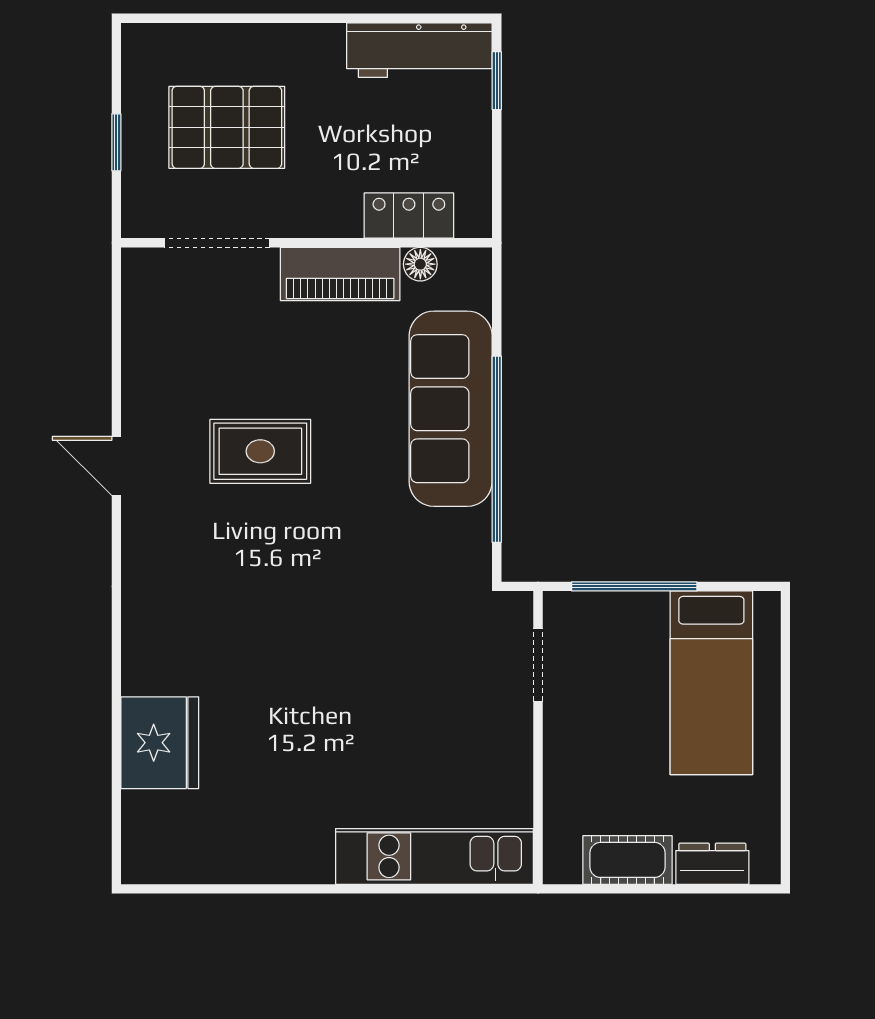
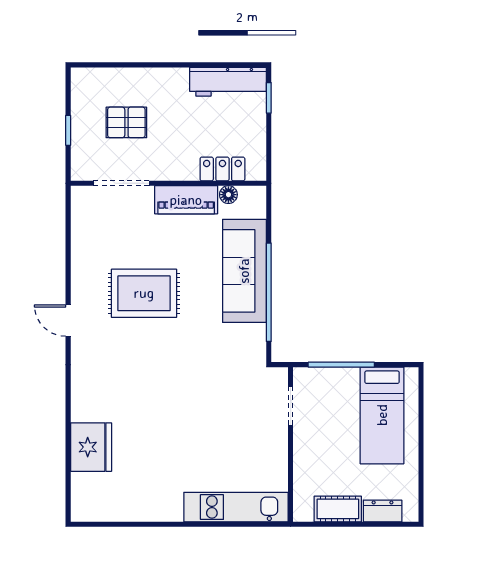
pallet: (227, 127) -> (126, 122), width x0.67, depth x0.71
rug: (260, 451) -> (144, 293), width x1.36, depth x1.43
door: (116, 466) -> (68, 321), moved

